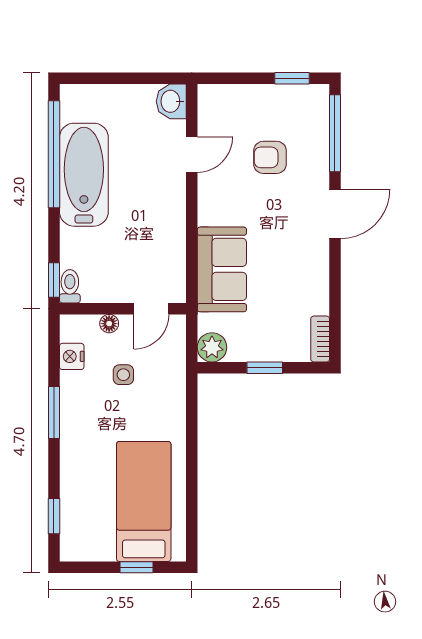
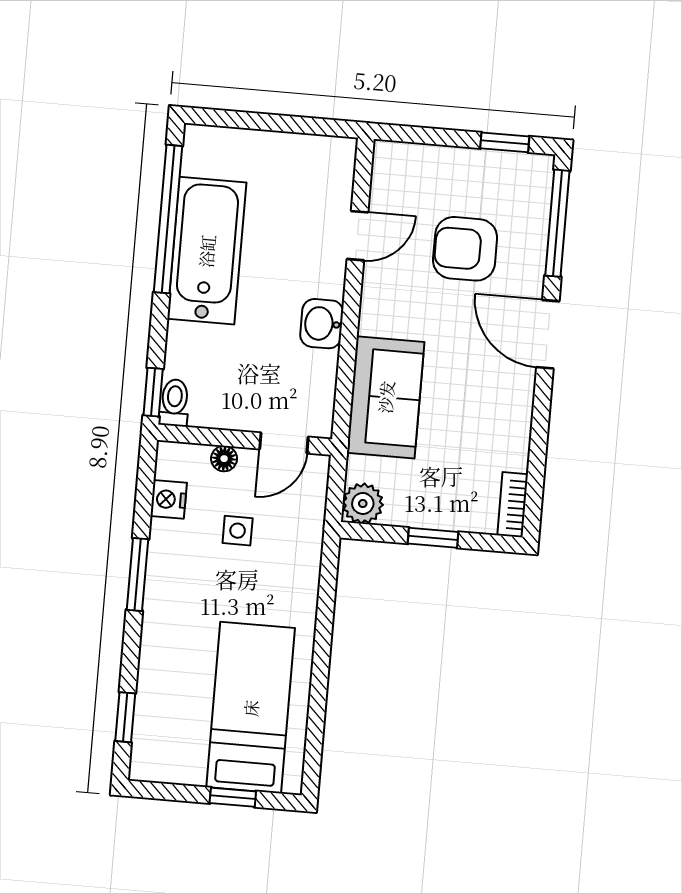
washbasin: (171, 101) -> (322, 324), moved
armchair: (270, 157) -> (465, 249), width x1.38, depth x1.38
door: (335, 214) -> (548, 334), swing flipped

